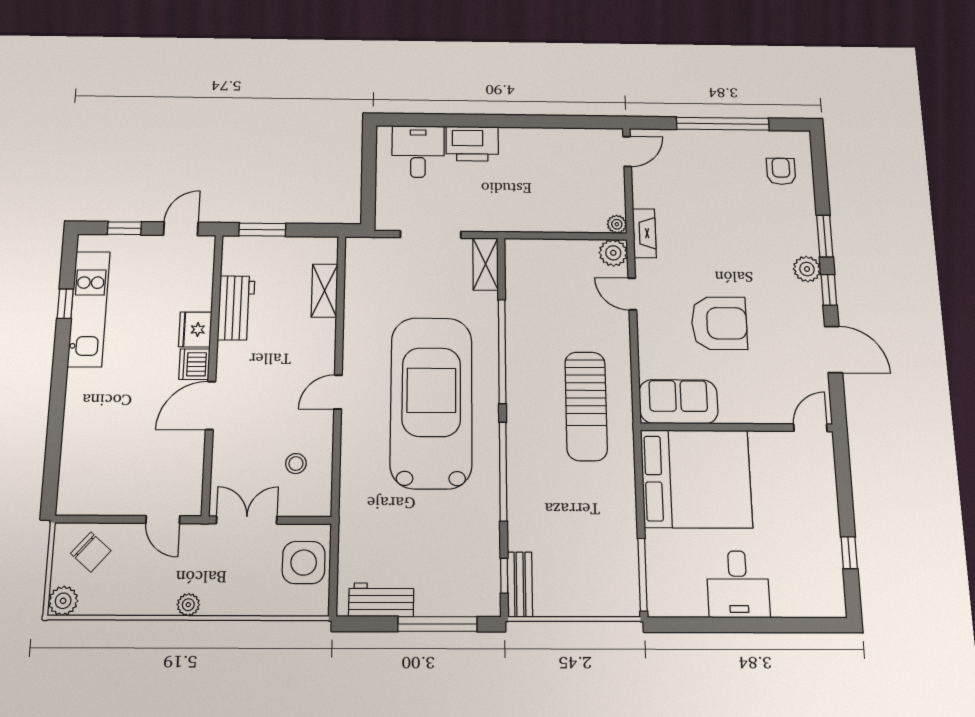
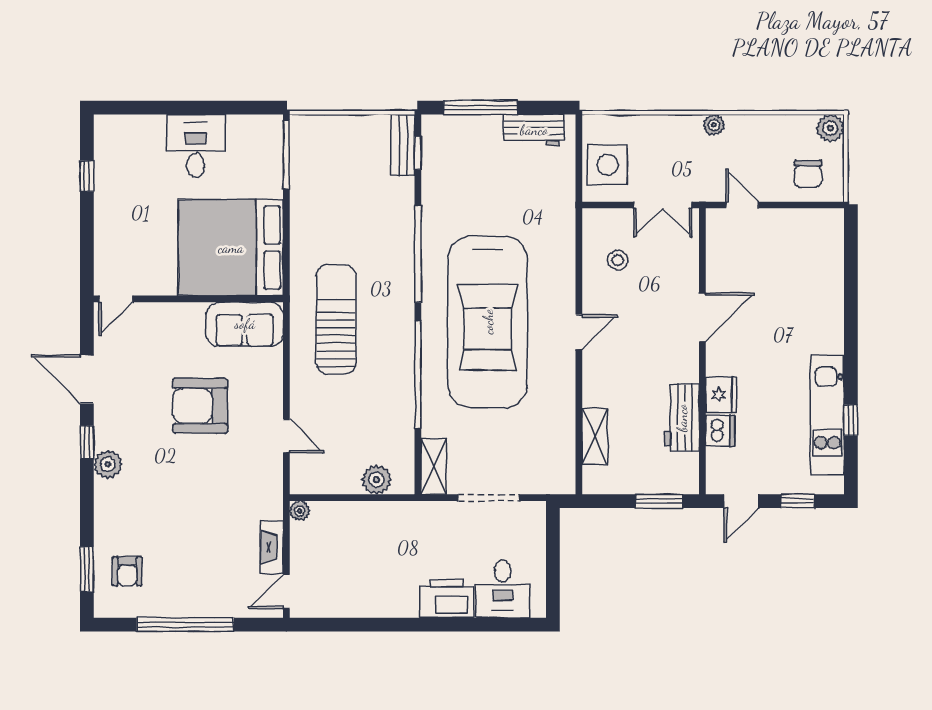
fireplace: (644, 233) -> (272, 547), moved
window: (825, 236) -> (87, 569), moved
plant: (613, 253) -> (376, 480), moved
dishwasher: (194, 364) -> (720, 430), moved
chair: (91, 552) -> (808, 174), turned -131

